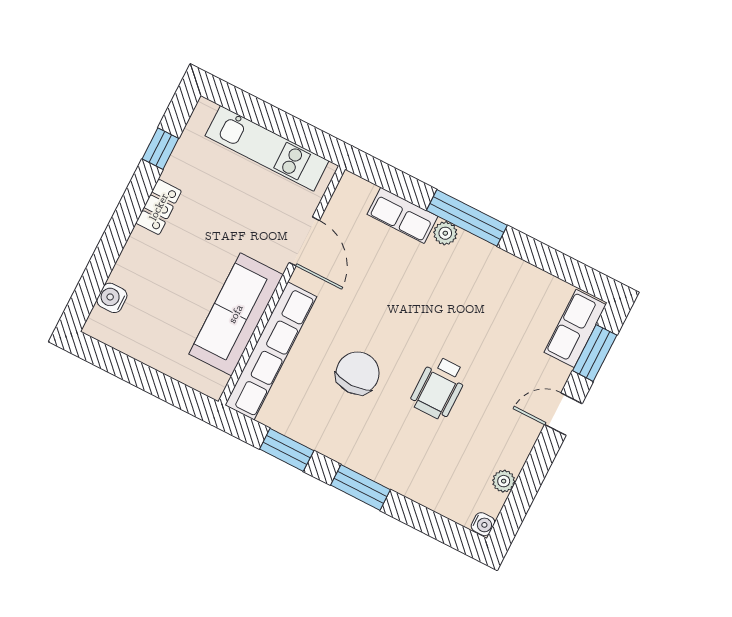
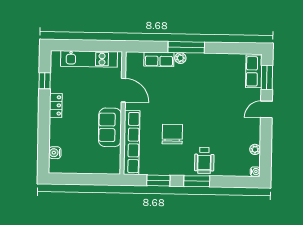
sofa: (236, 314) -> (110, 127), width x0.73
wheelchair: (439, 388) -> (204, 160), moved

